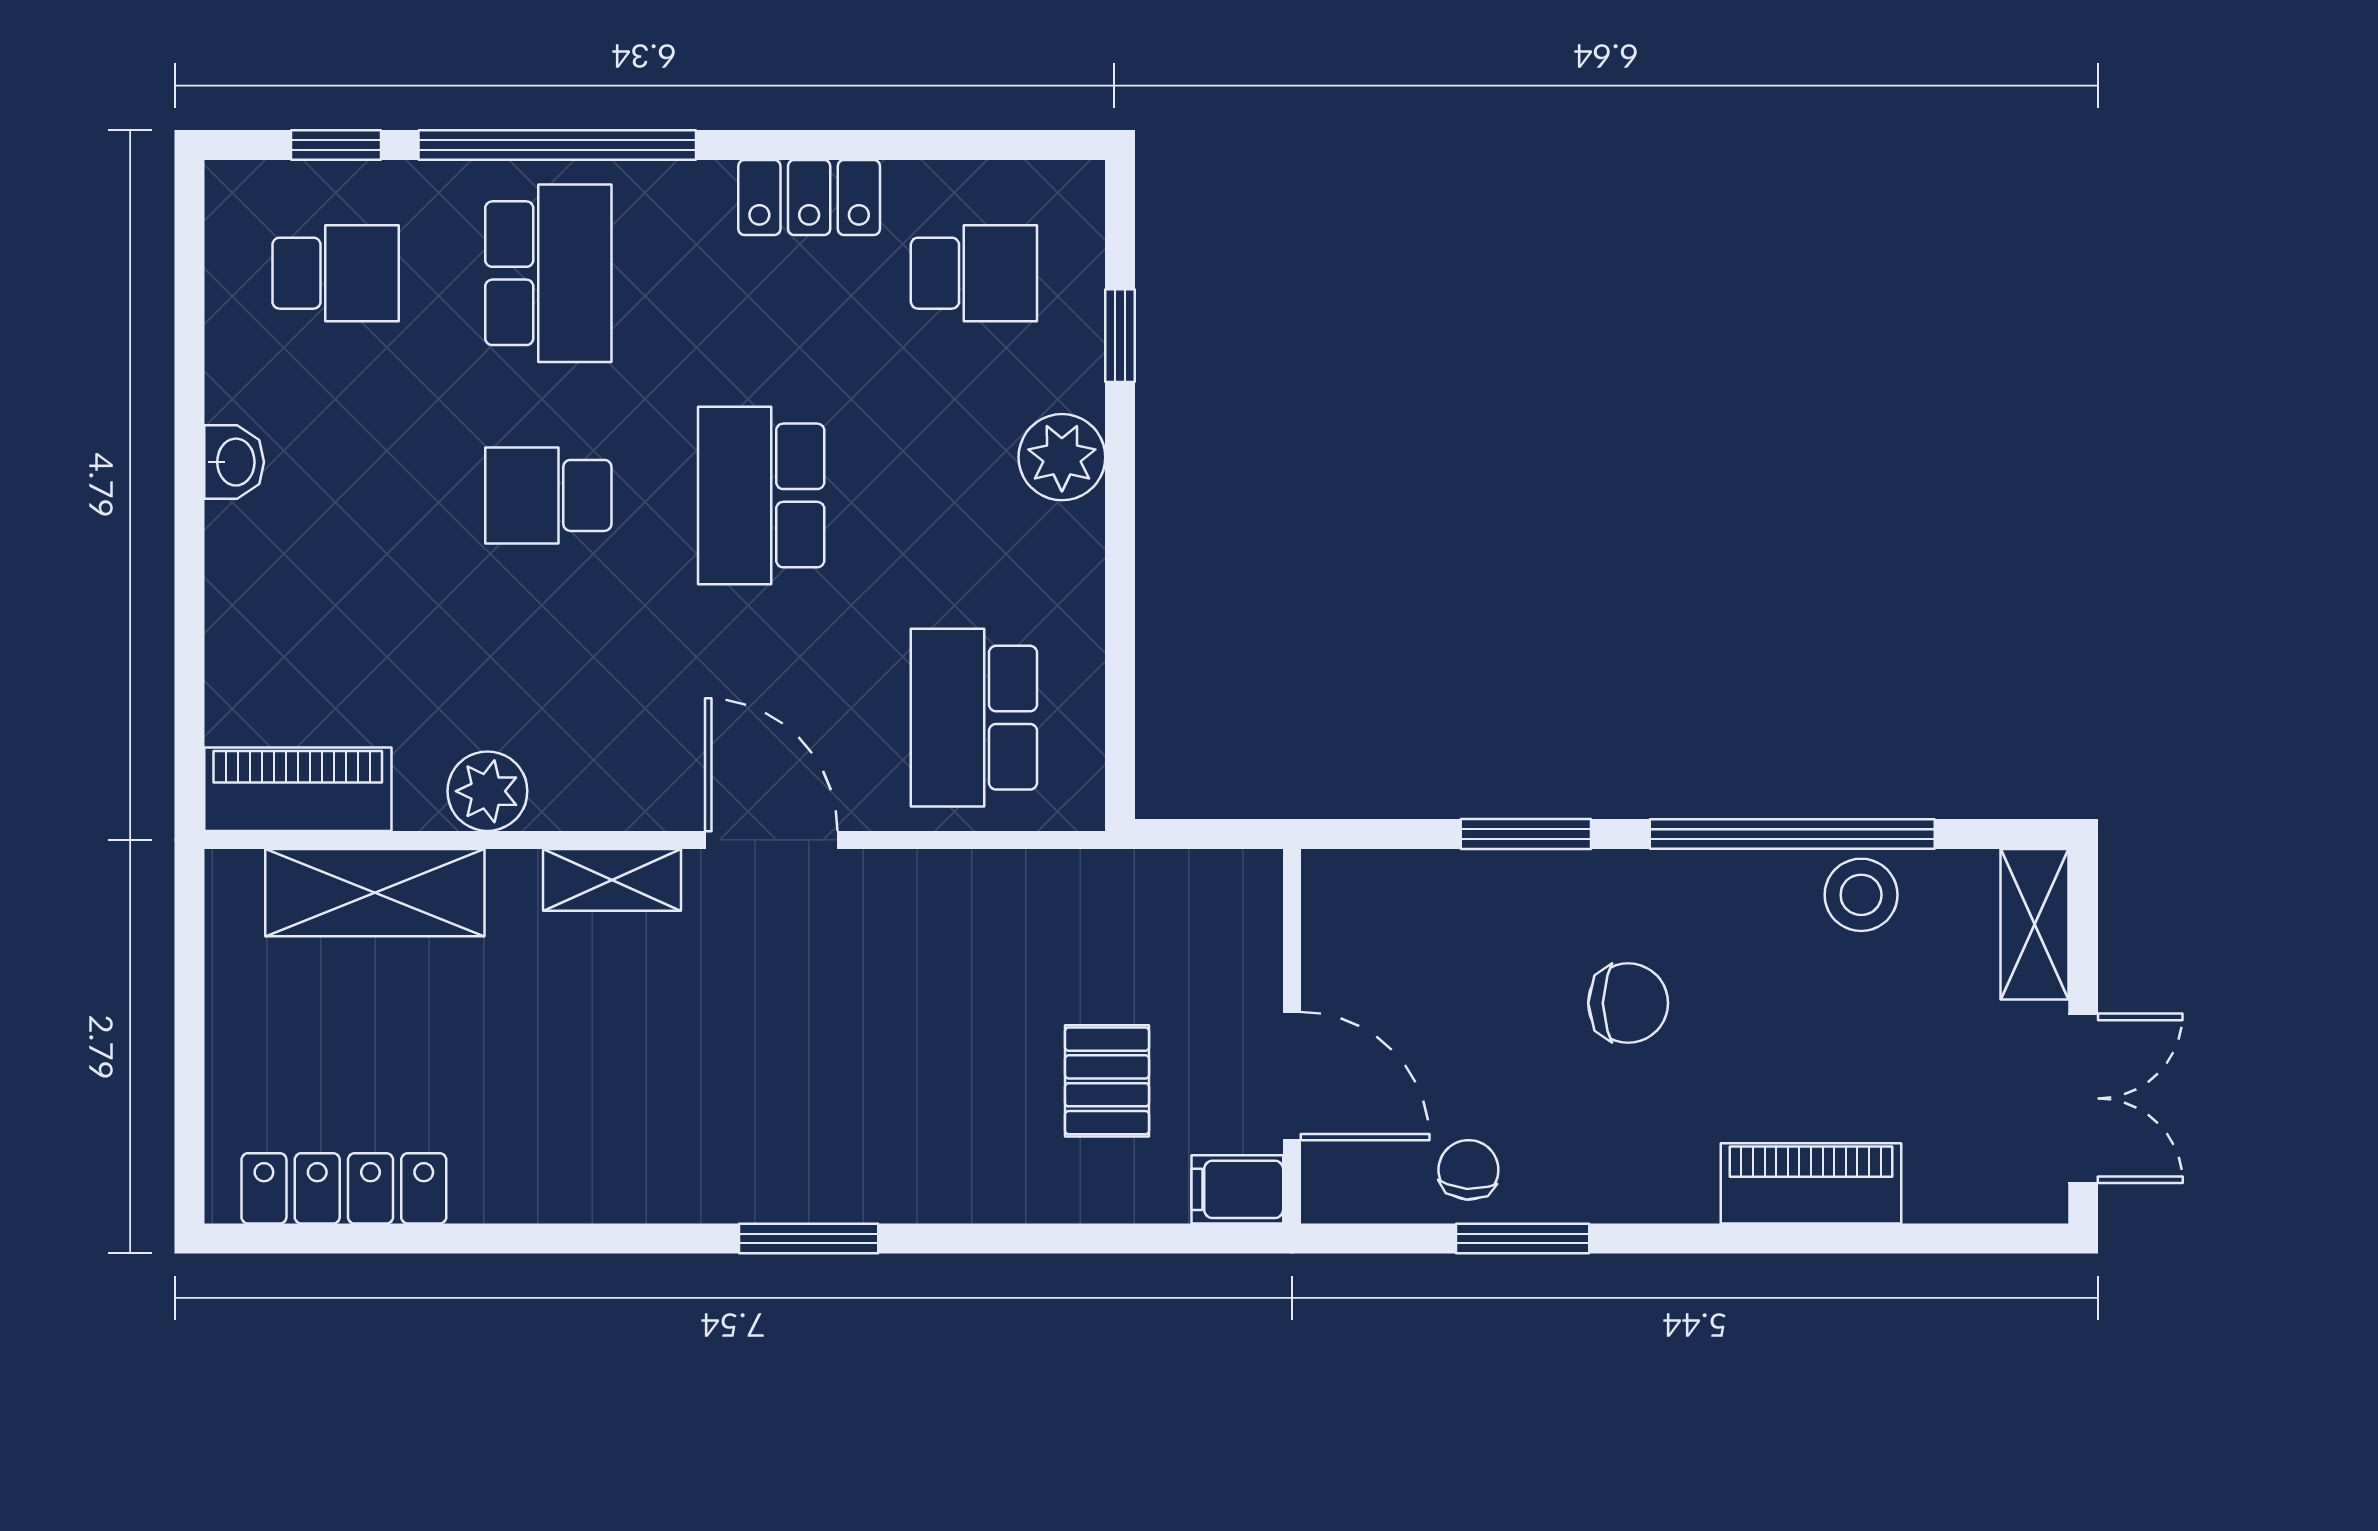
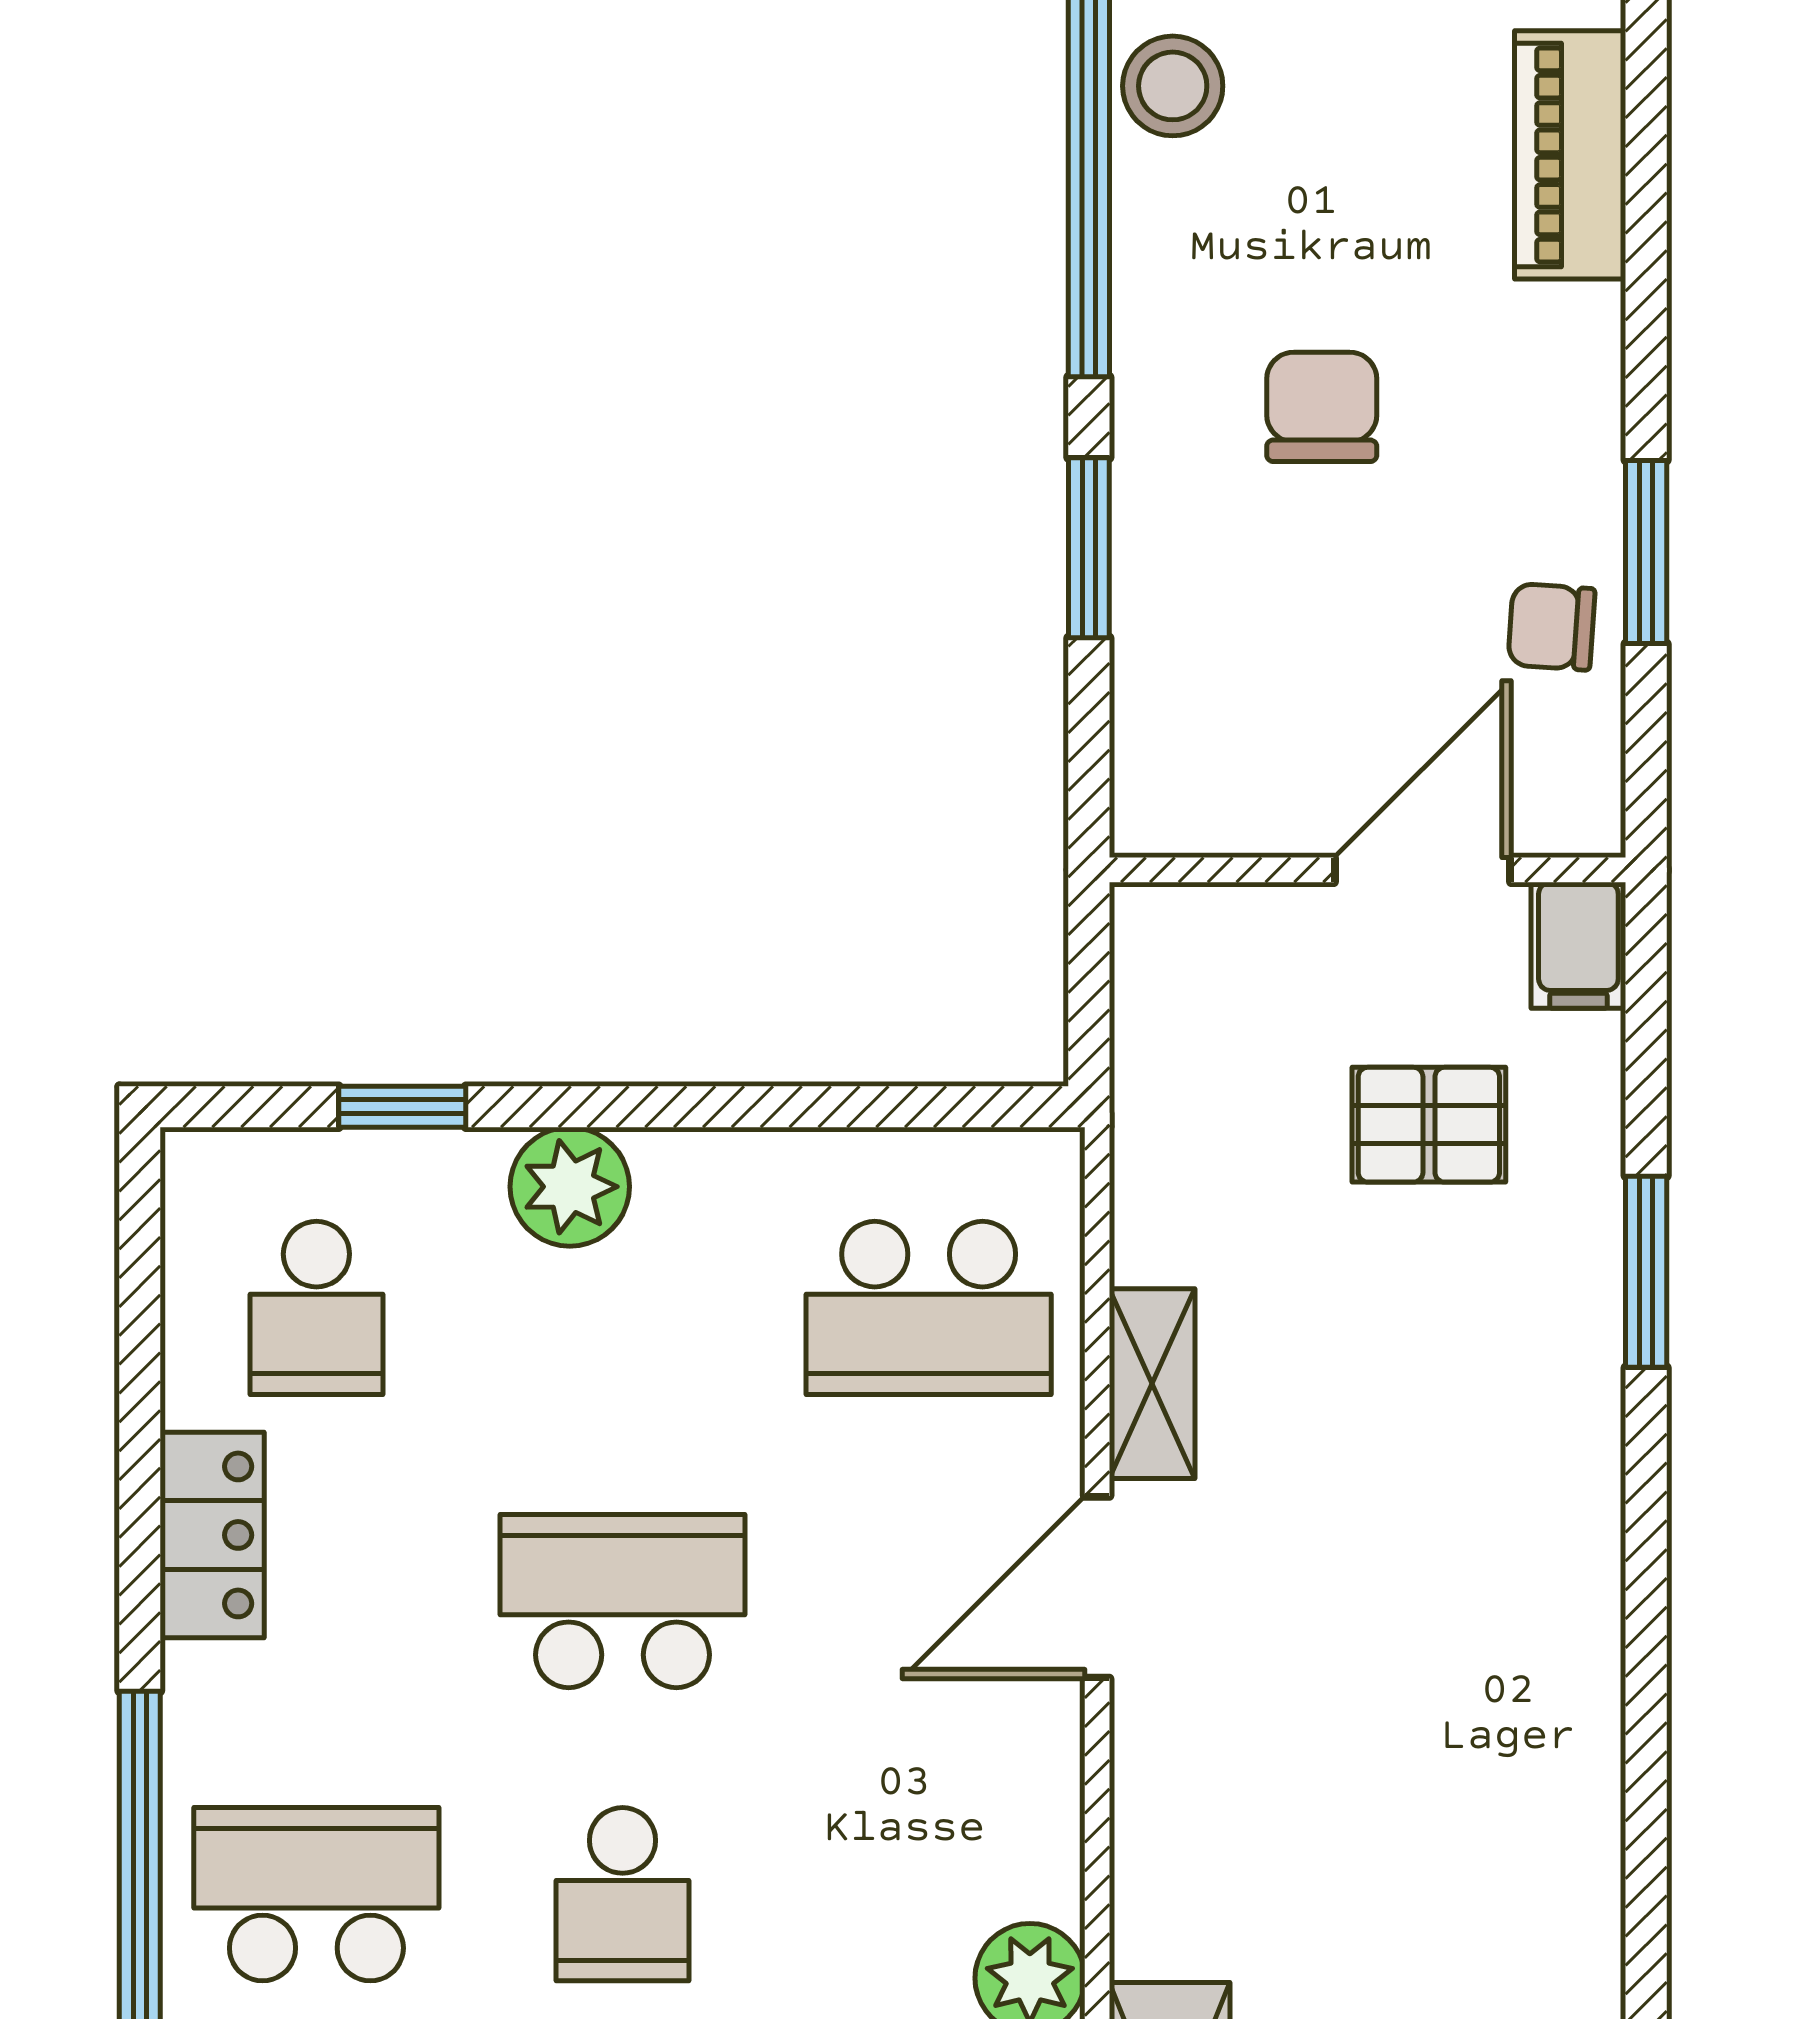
school desk: (974, 273) -> (316, 1308), turned 180
school desk: (761, 495) -> (623, 1601), turned 180
shelving: (612, 880) -> (1152, 1384), moved
window: (809, 1239) -> (1646, 1272), moved

